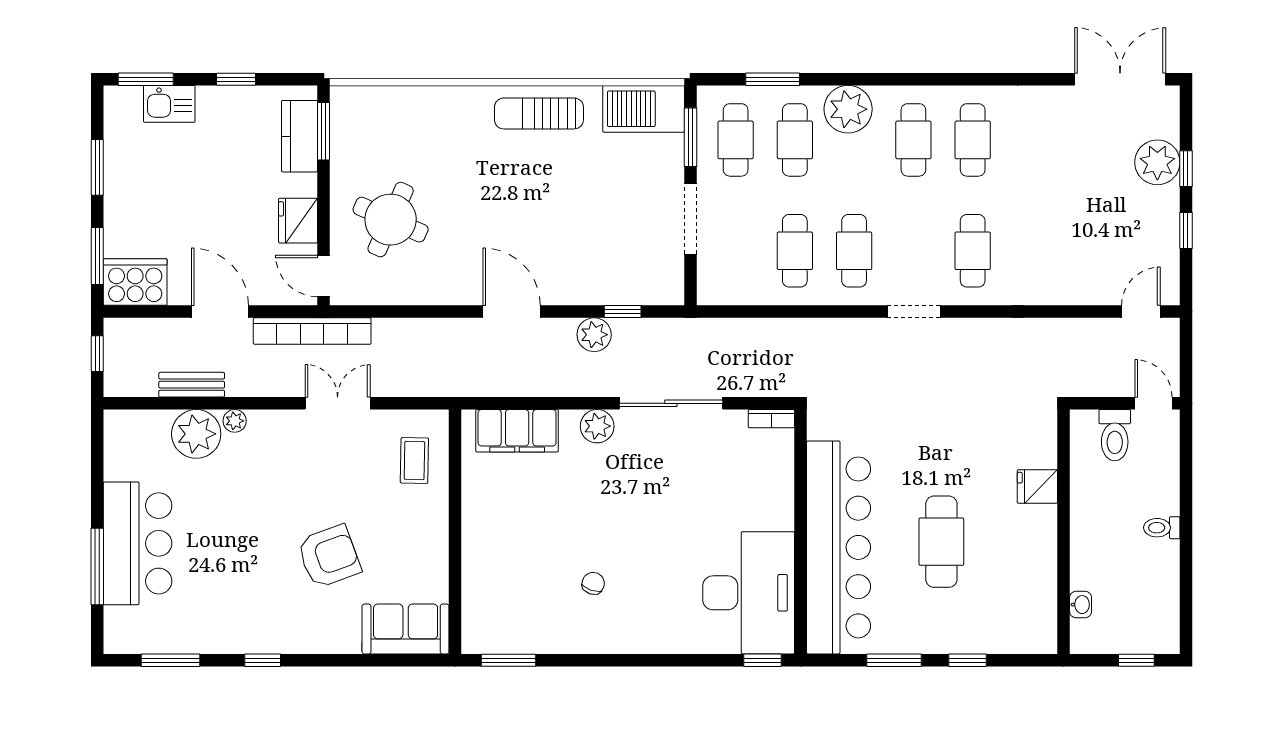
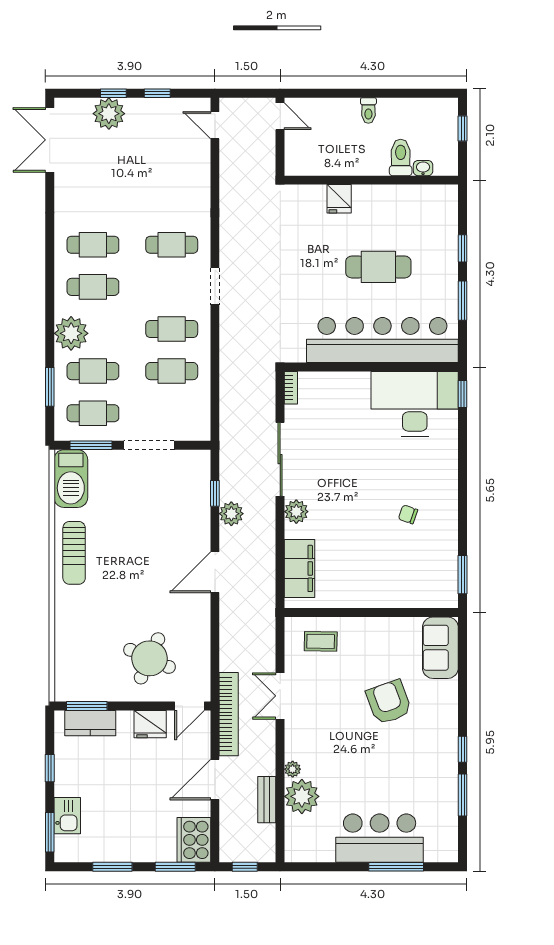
door: (1153, 403) -> (280, 116), swing flipped
toilet: (1115, 435) -> (401, 157), moved, turned -90
window: (170, 660) -> (463, 795), moved

